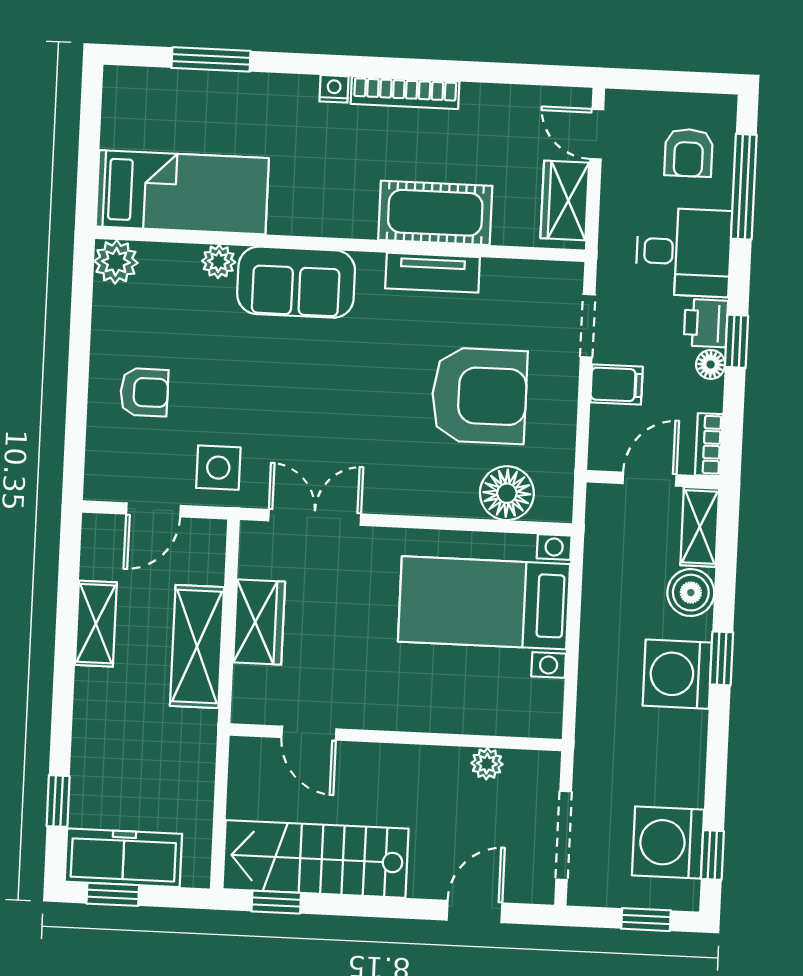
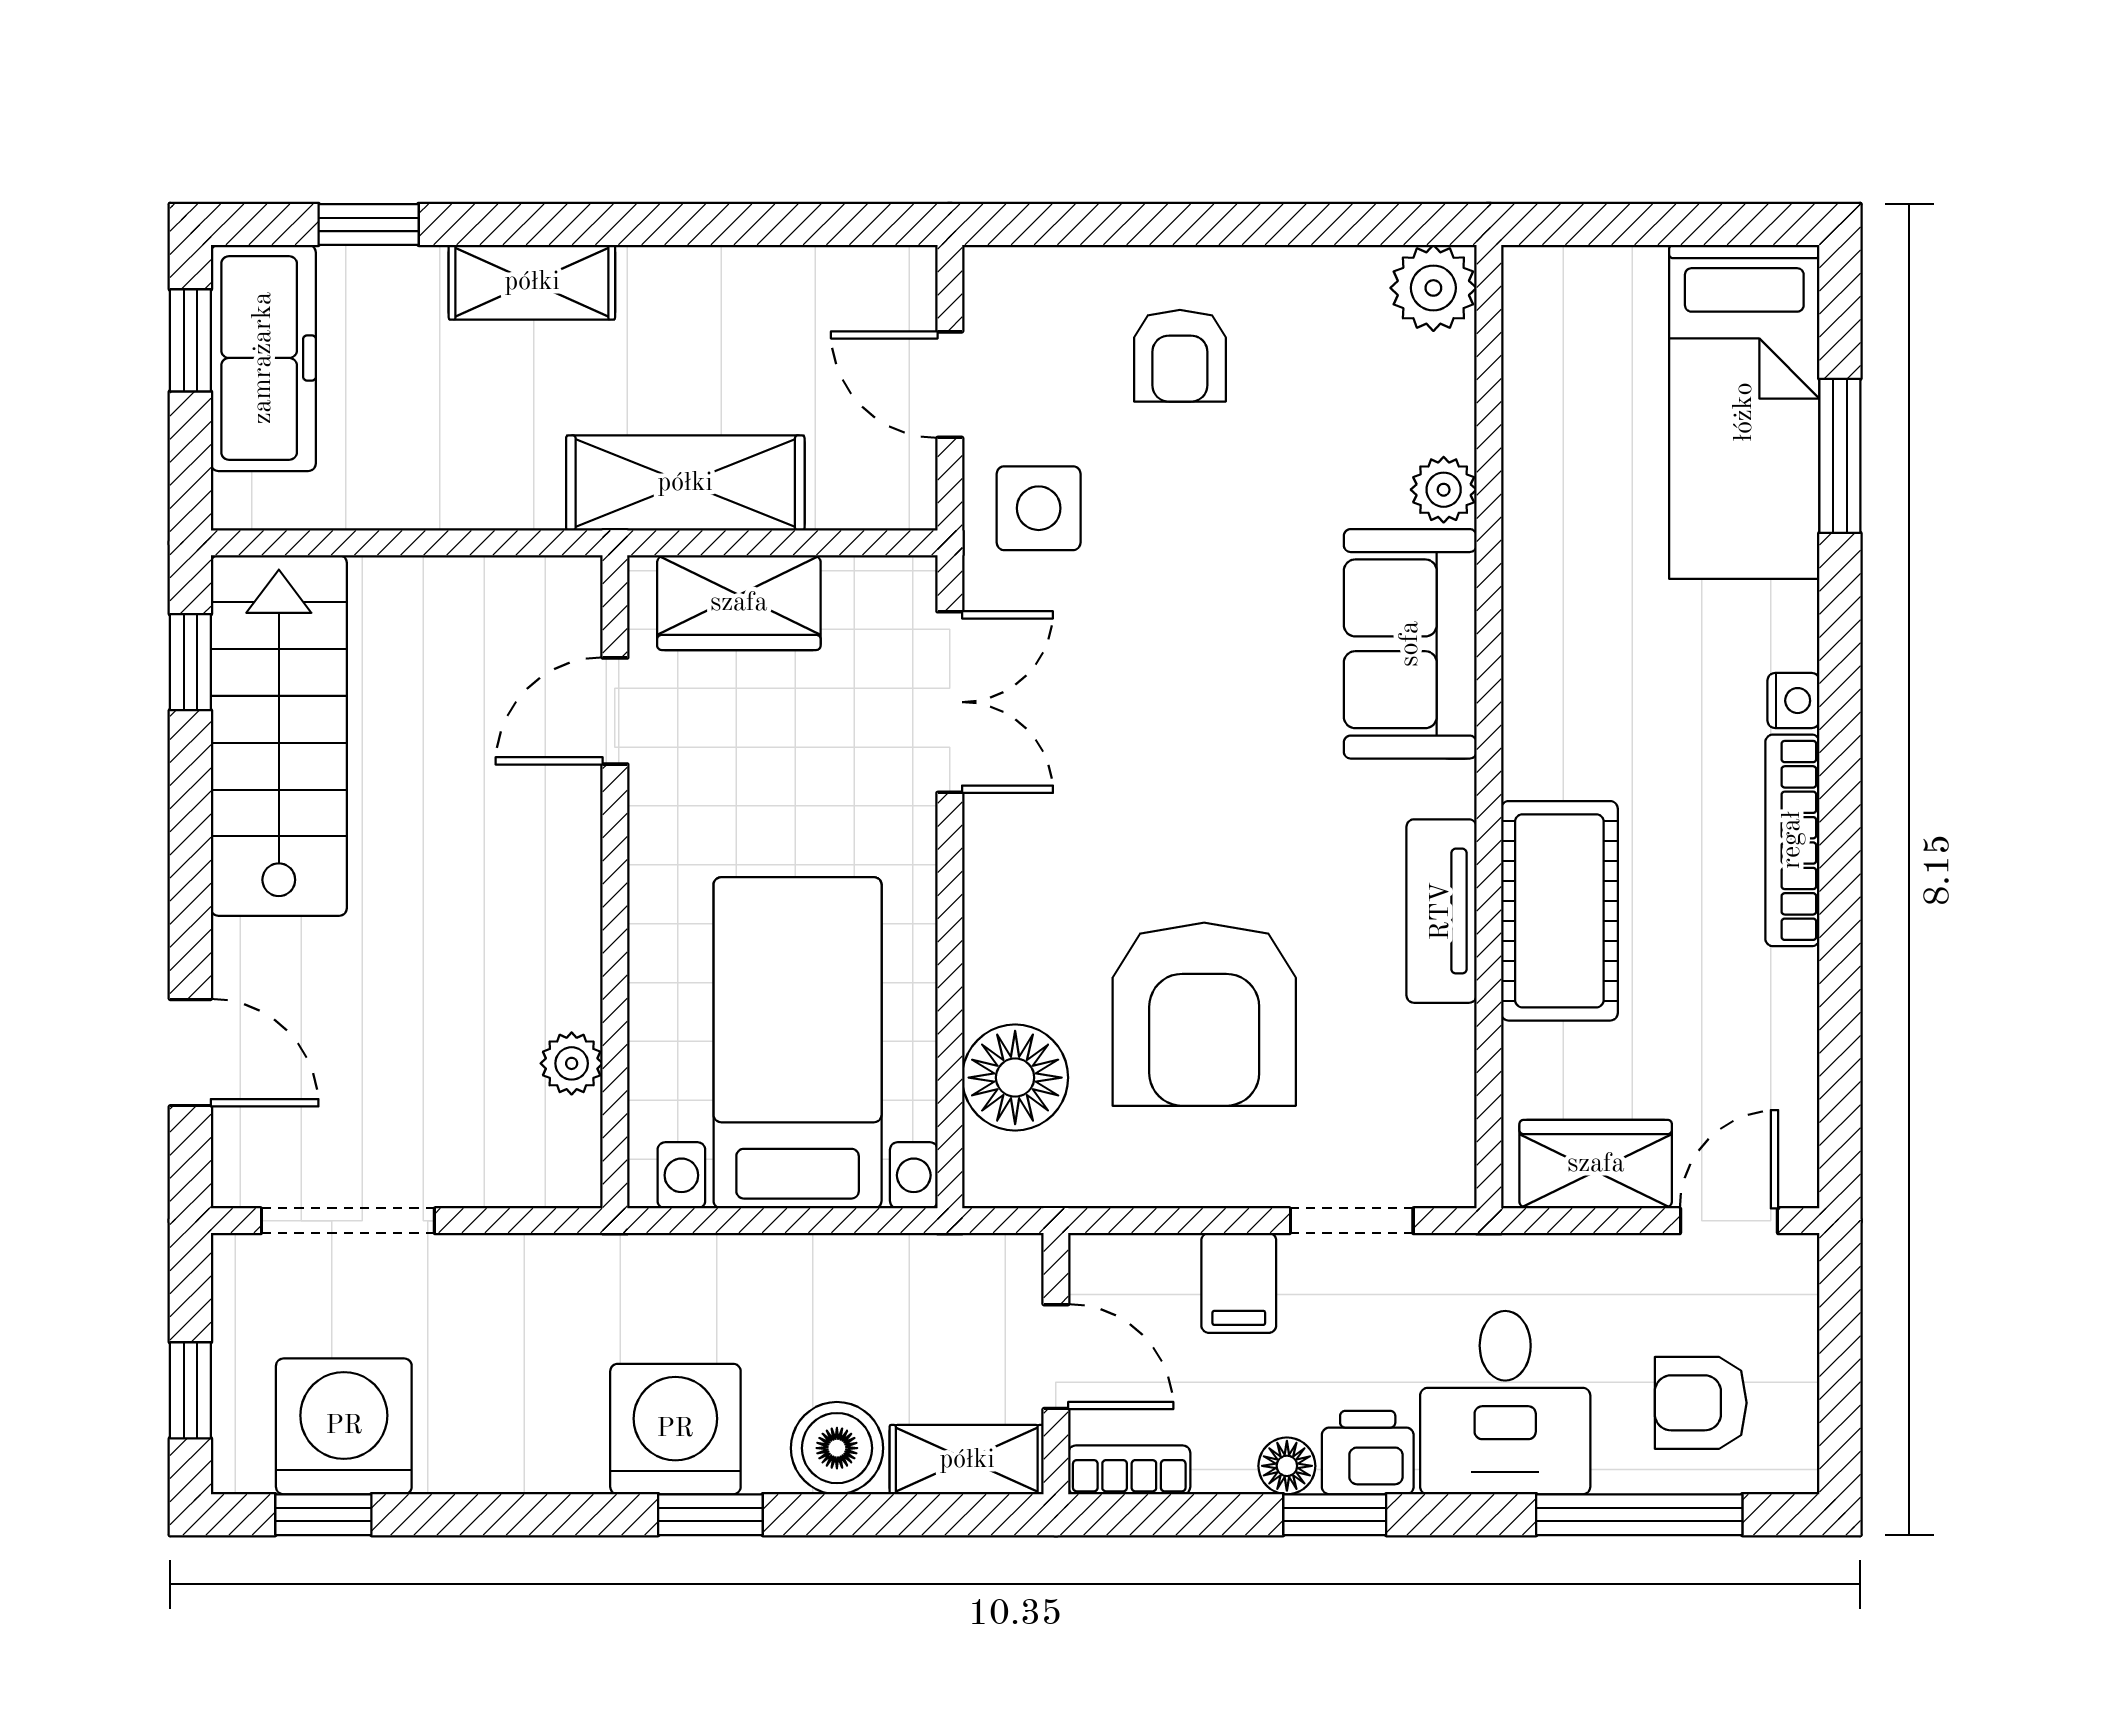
bed: (182, 192) -> (1744, 412), moved
shelving: (96, 624) -> (532, 282), moved
door: (309, 733) -> (615, 711), moved
wall: (396, 737) -> (615, 882), moved
plant: (487, 764) -> (572, 1063), moved

